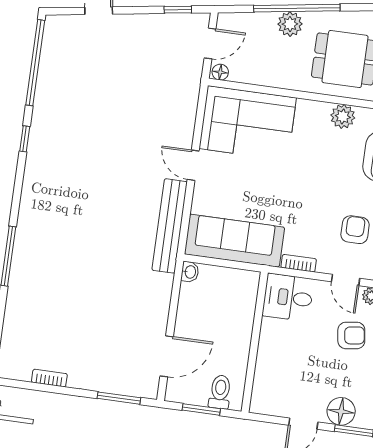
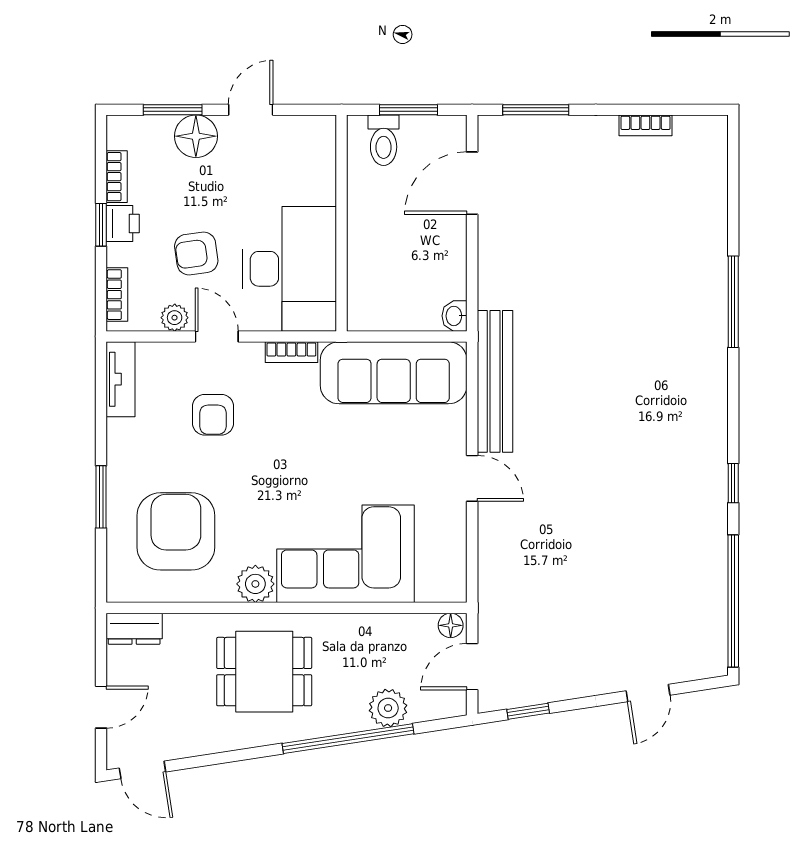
plant: (290, 24) -> (388, 708), moved
corner sofa: (248, 123) -> (346, 554), moved
desk: (288, 297) -> (290, 269), width x1.87, depth x1.30

